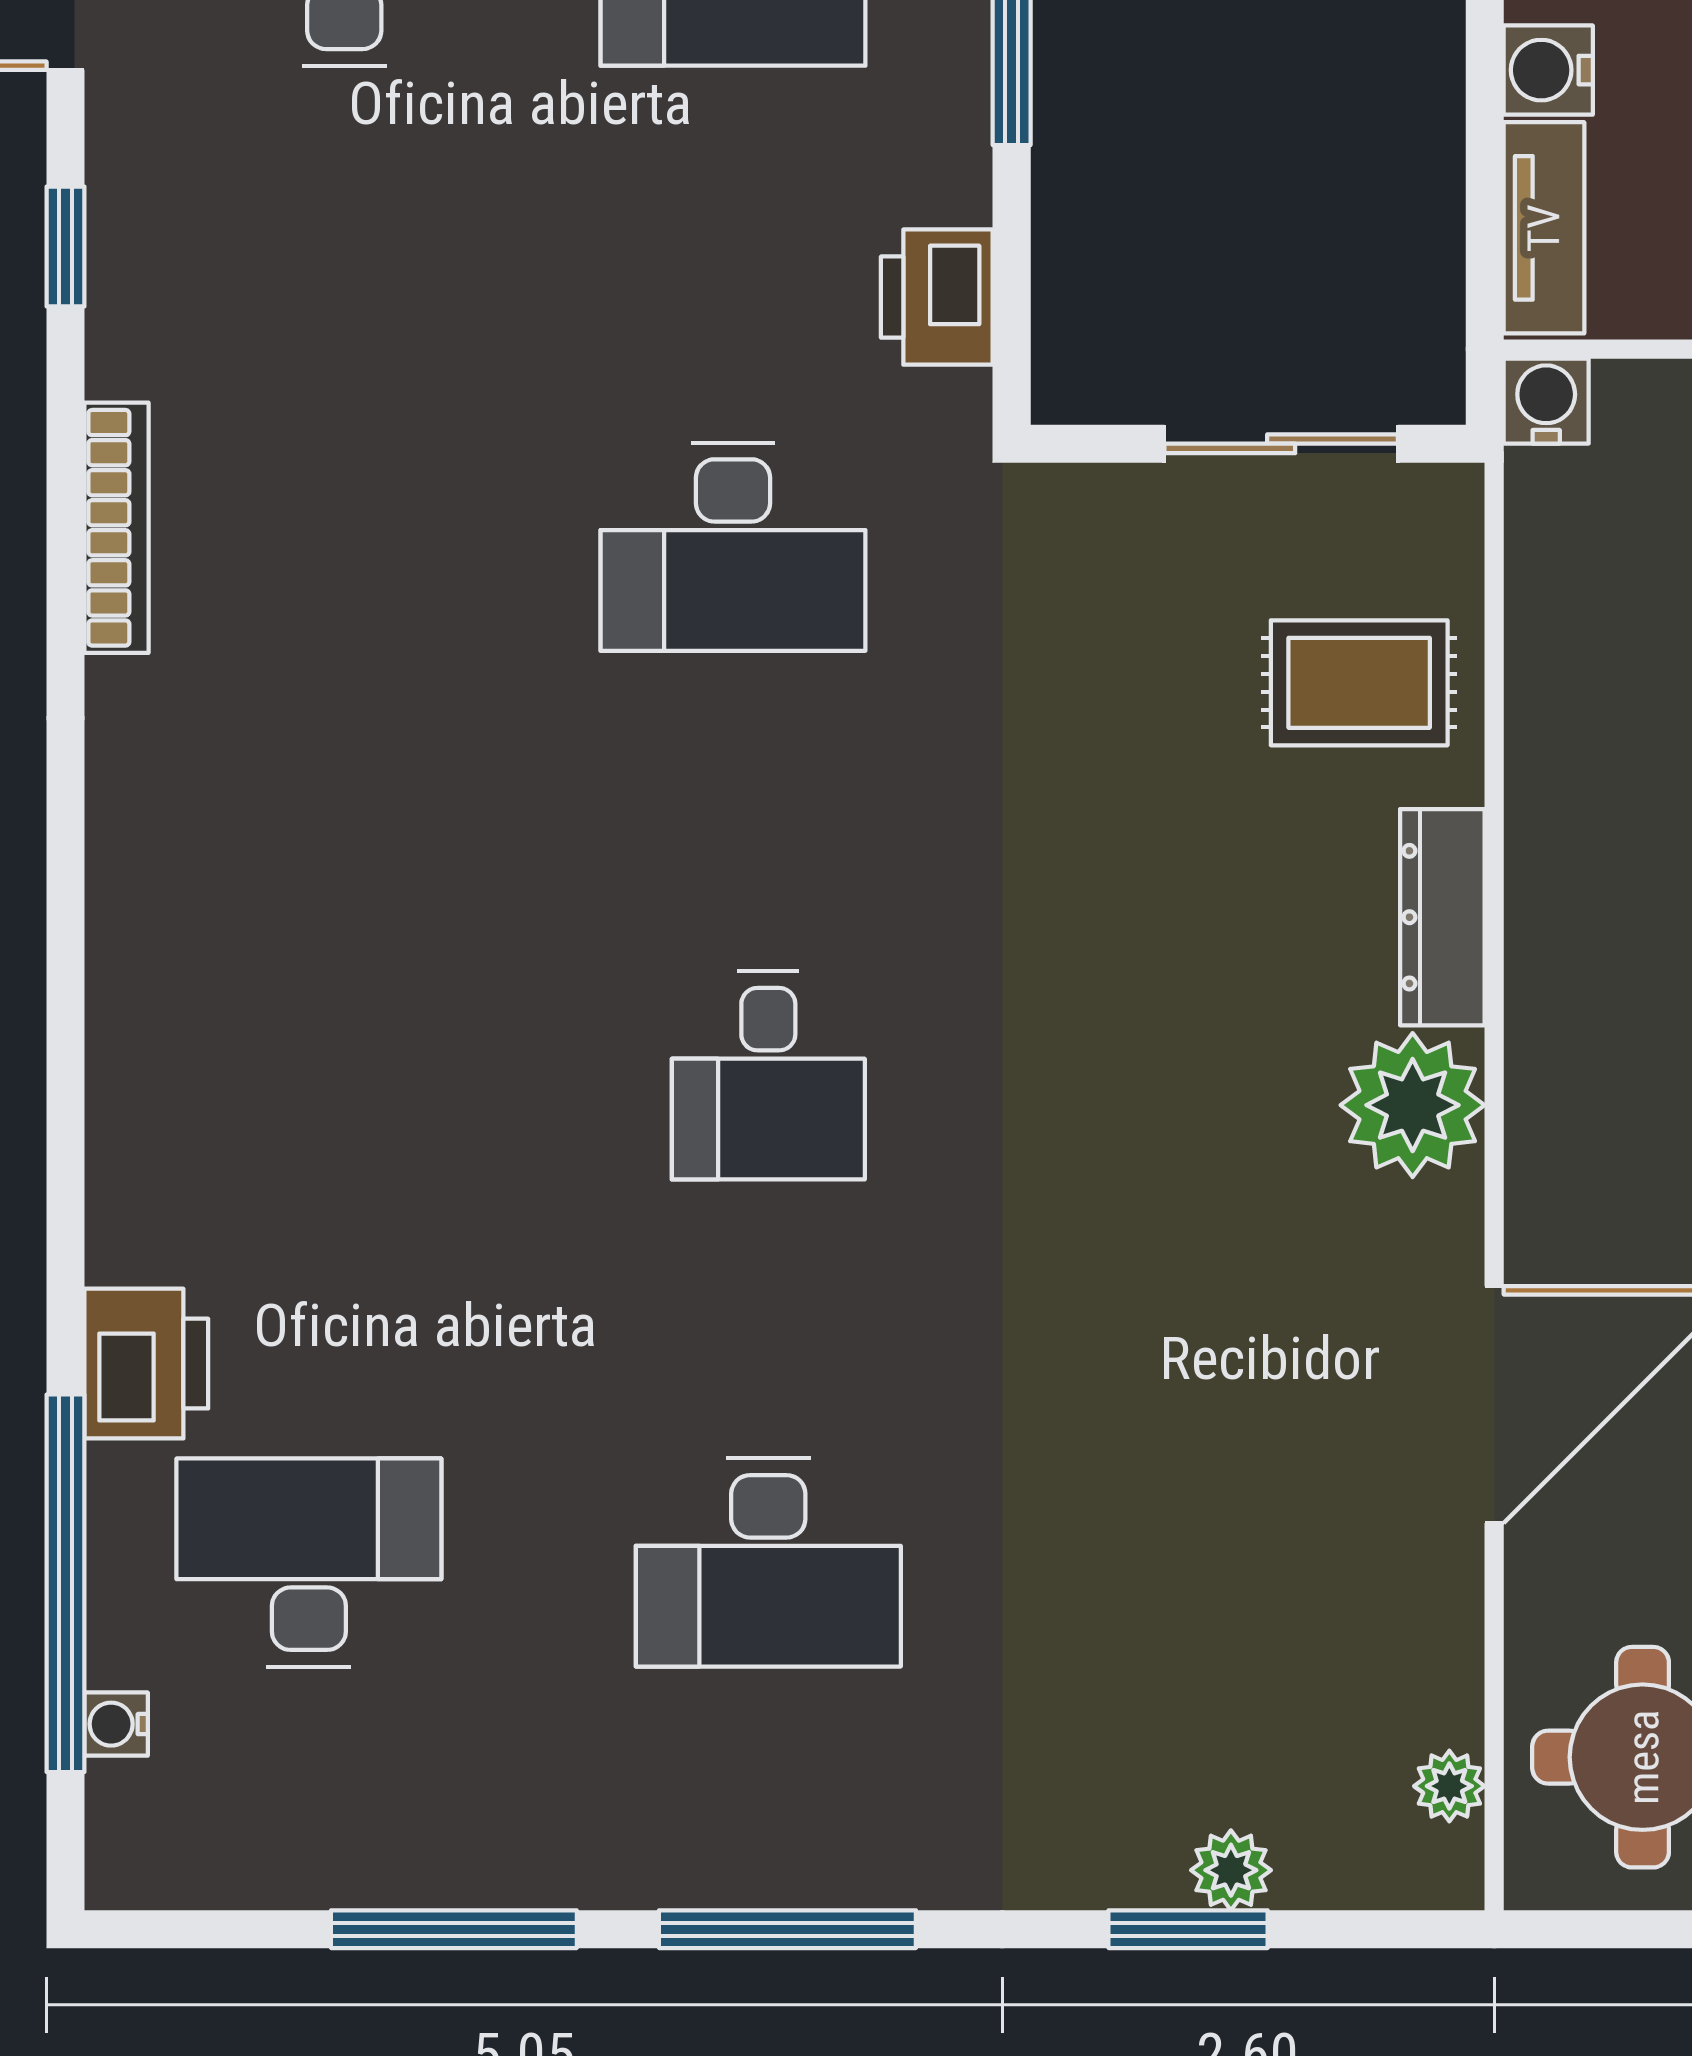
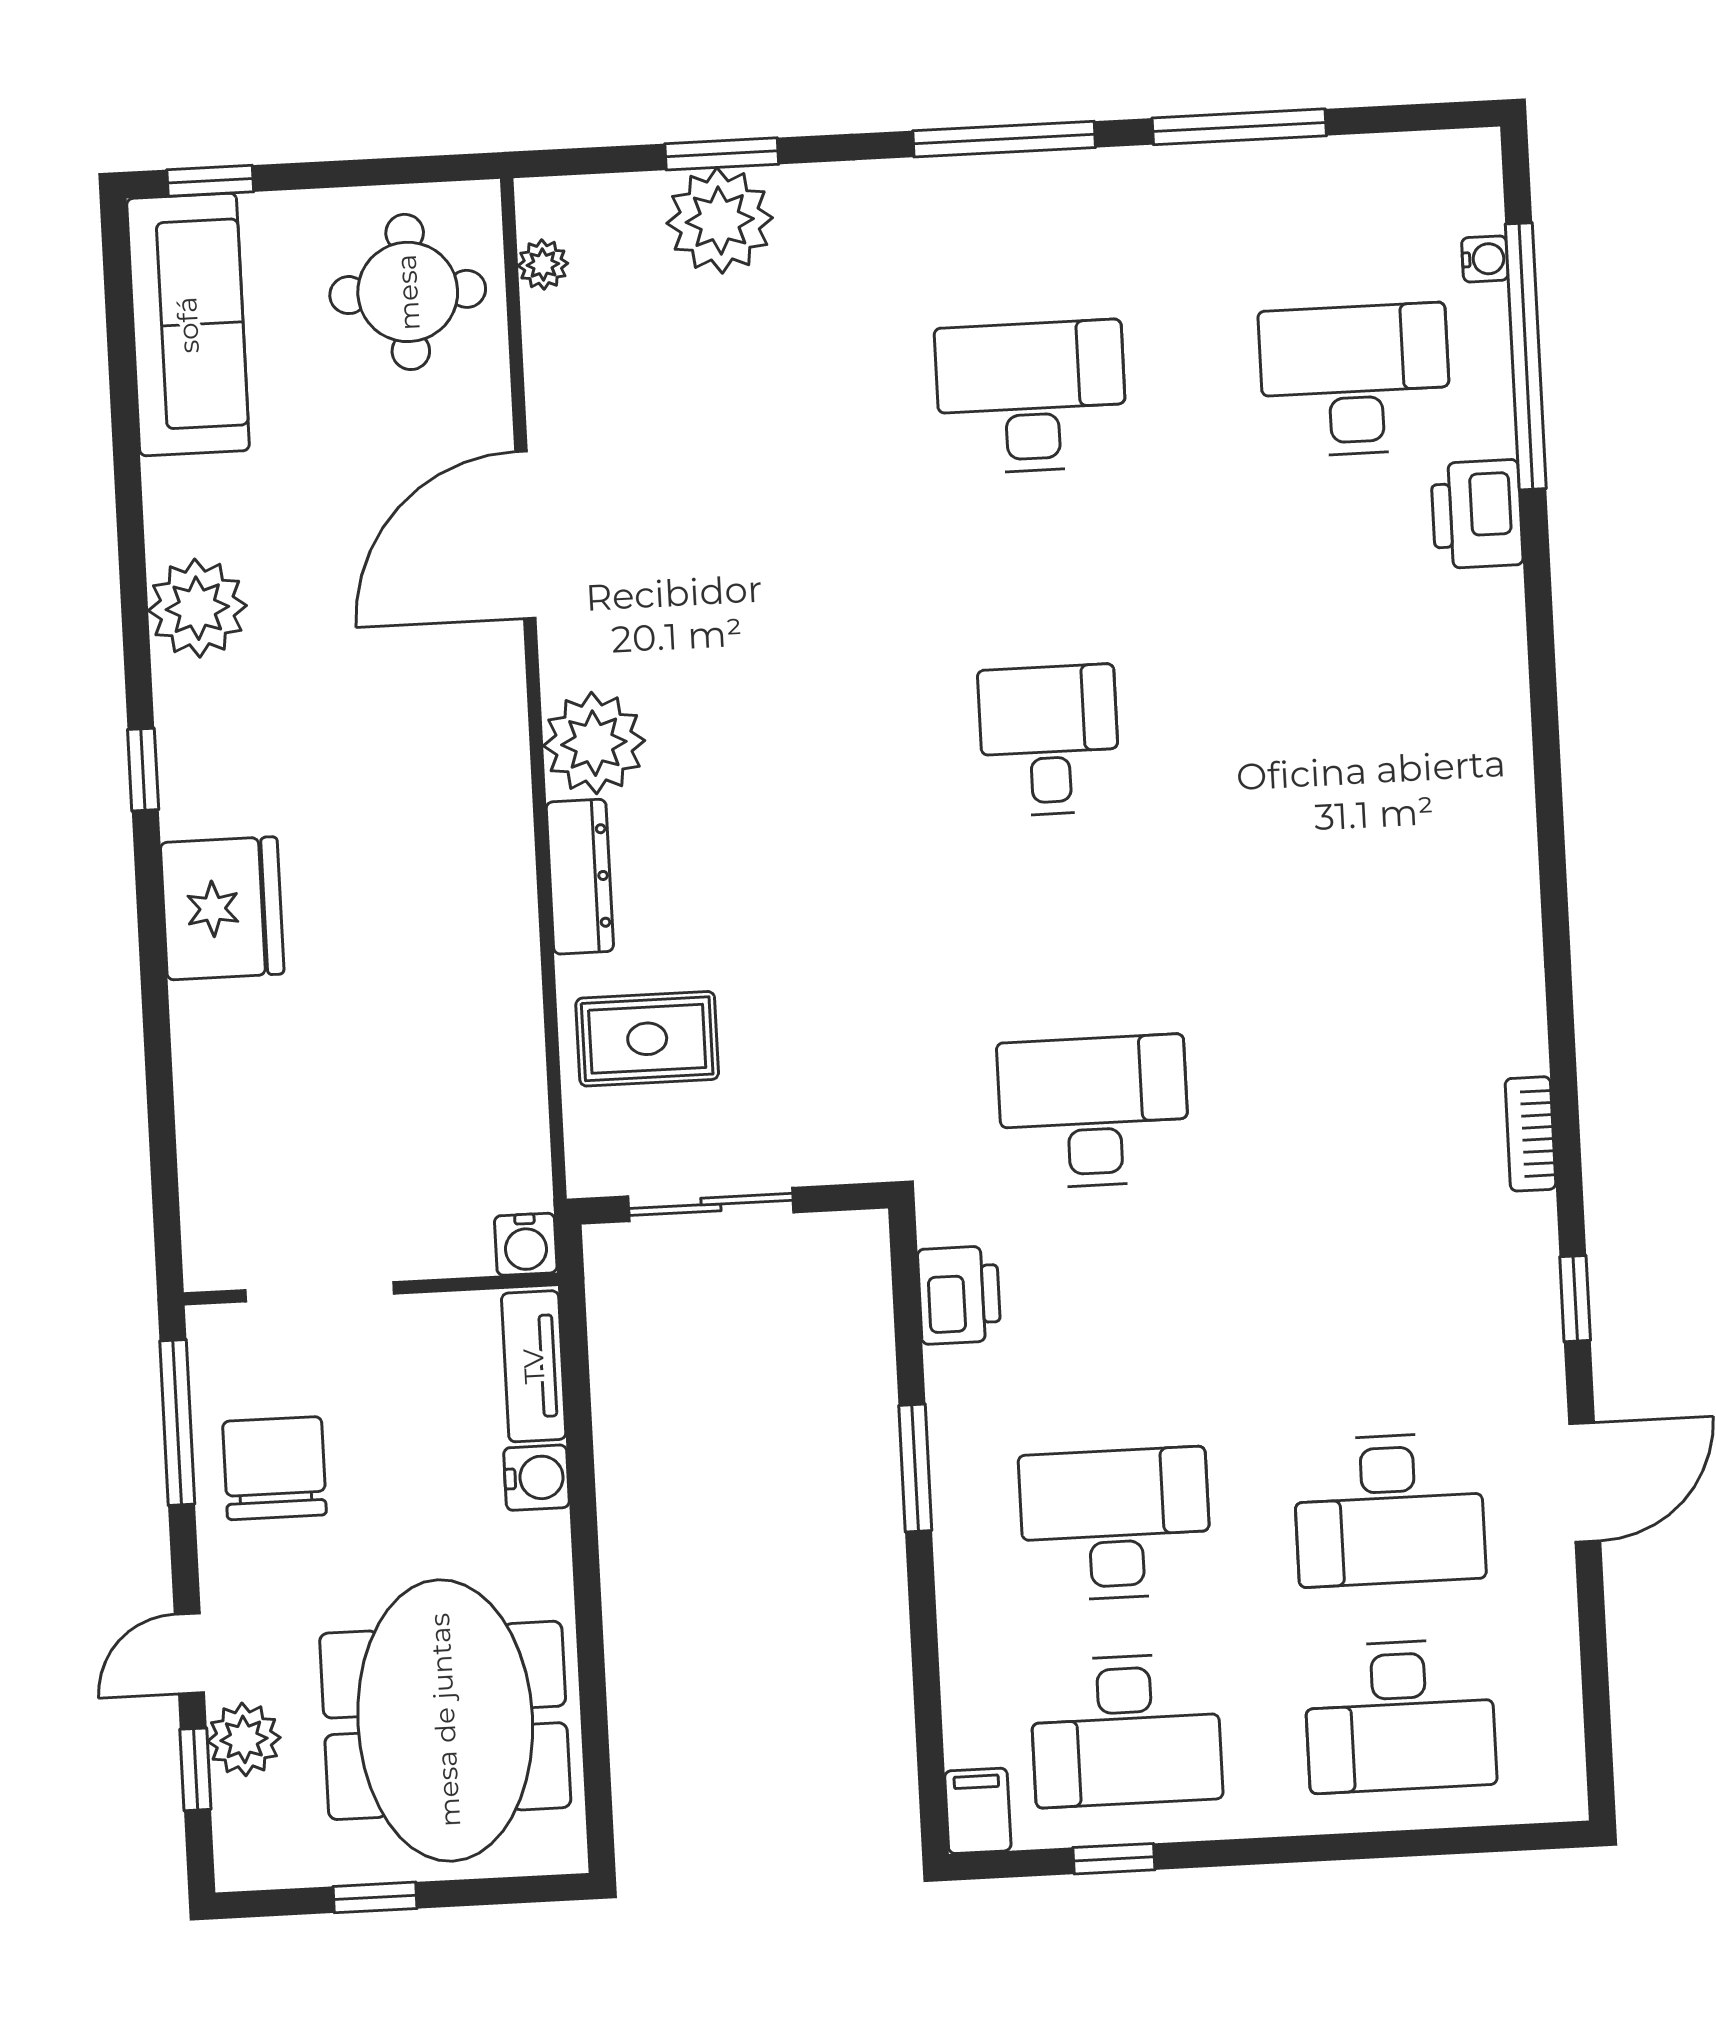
bookcase: (116, 528) -> (1530, 1134), width x0.64
desk: (309, 1563) -> (1355, 380), turned 180
plant: (1231, 1870) -> (720, 220), width x1.87, depth x1.87

